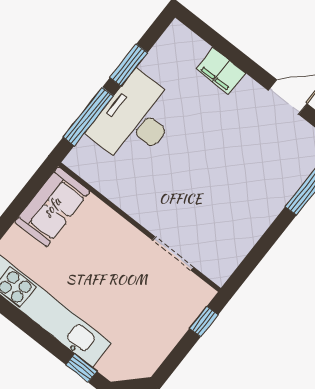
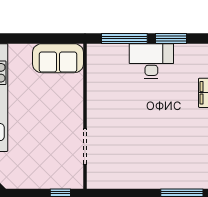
desk: (135, 120) -> (151, 61), width x0.73, depth x0.77

